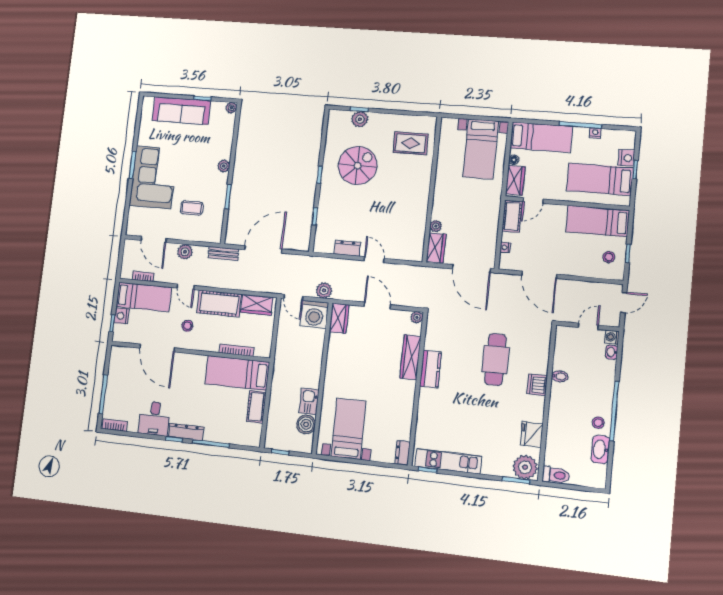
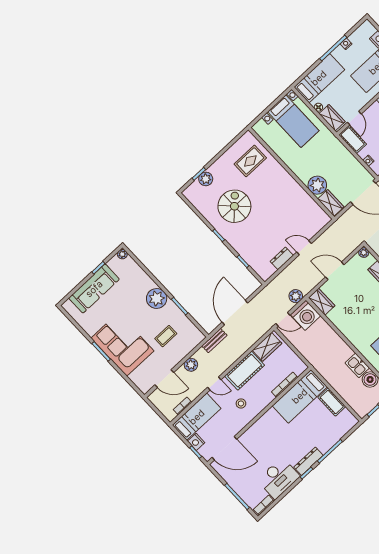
plant: (224, 166) -> (157, 298), width x1.87, depth x1.87
plant: (436, 226) -> (317, 185), width x1.88, depth x1.88
door: (157, 348) -> (224, 448), moved
desk: (154, 418) -> (279, 478), width x1.37

